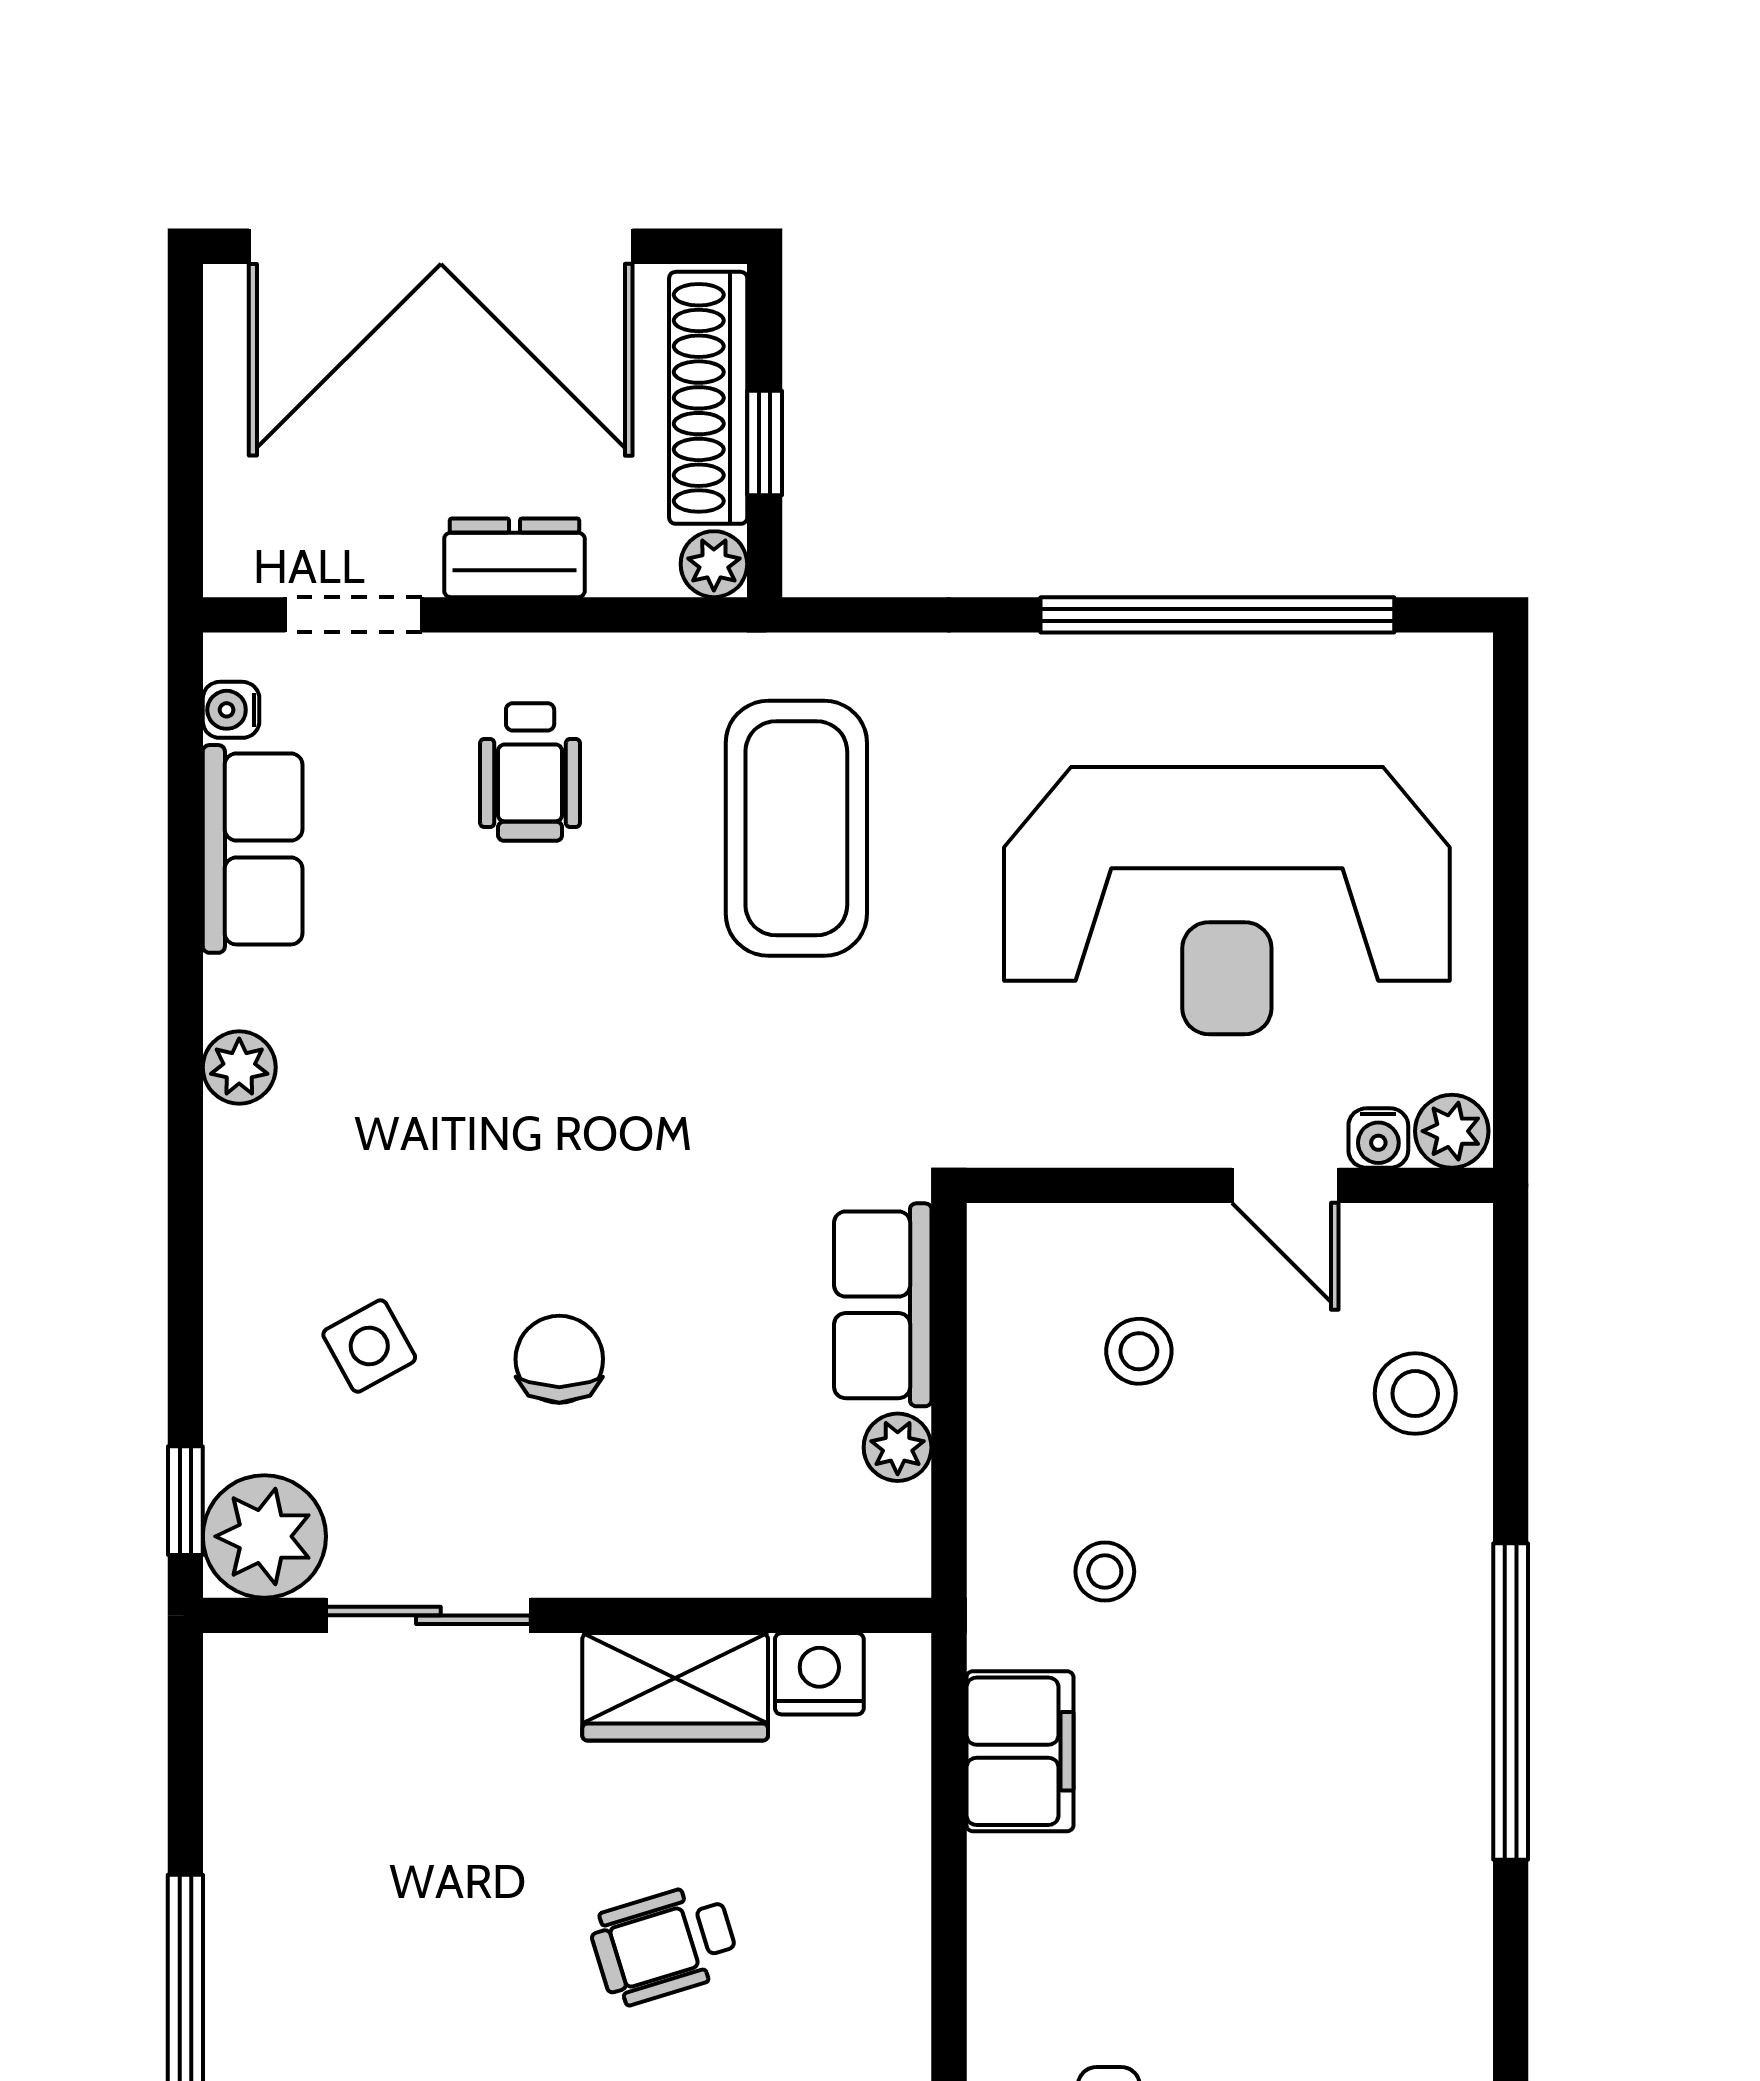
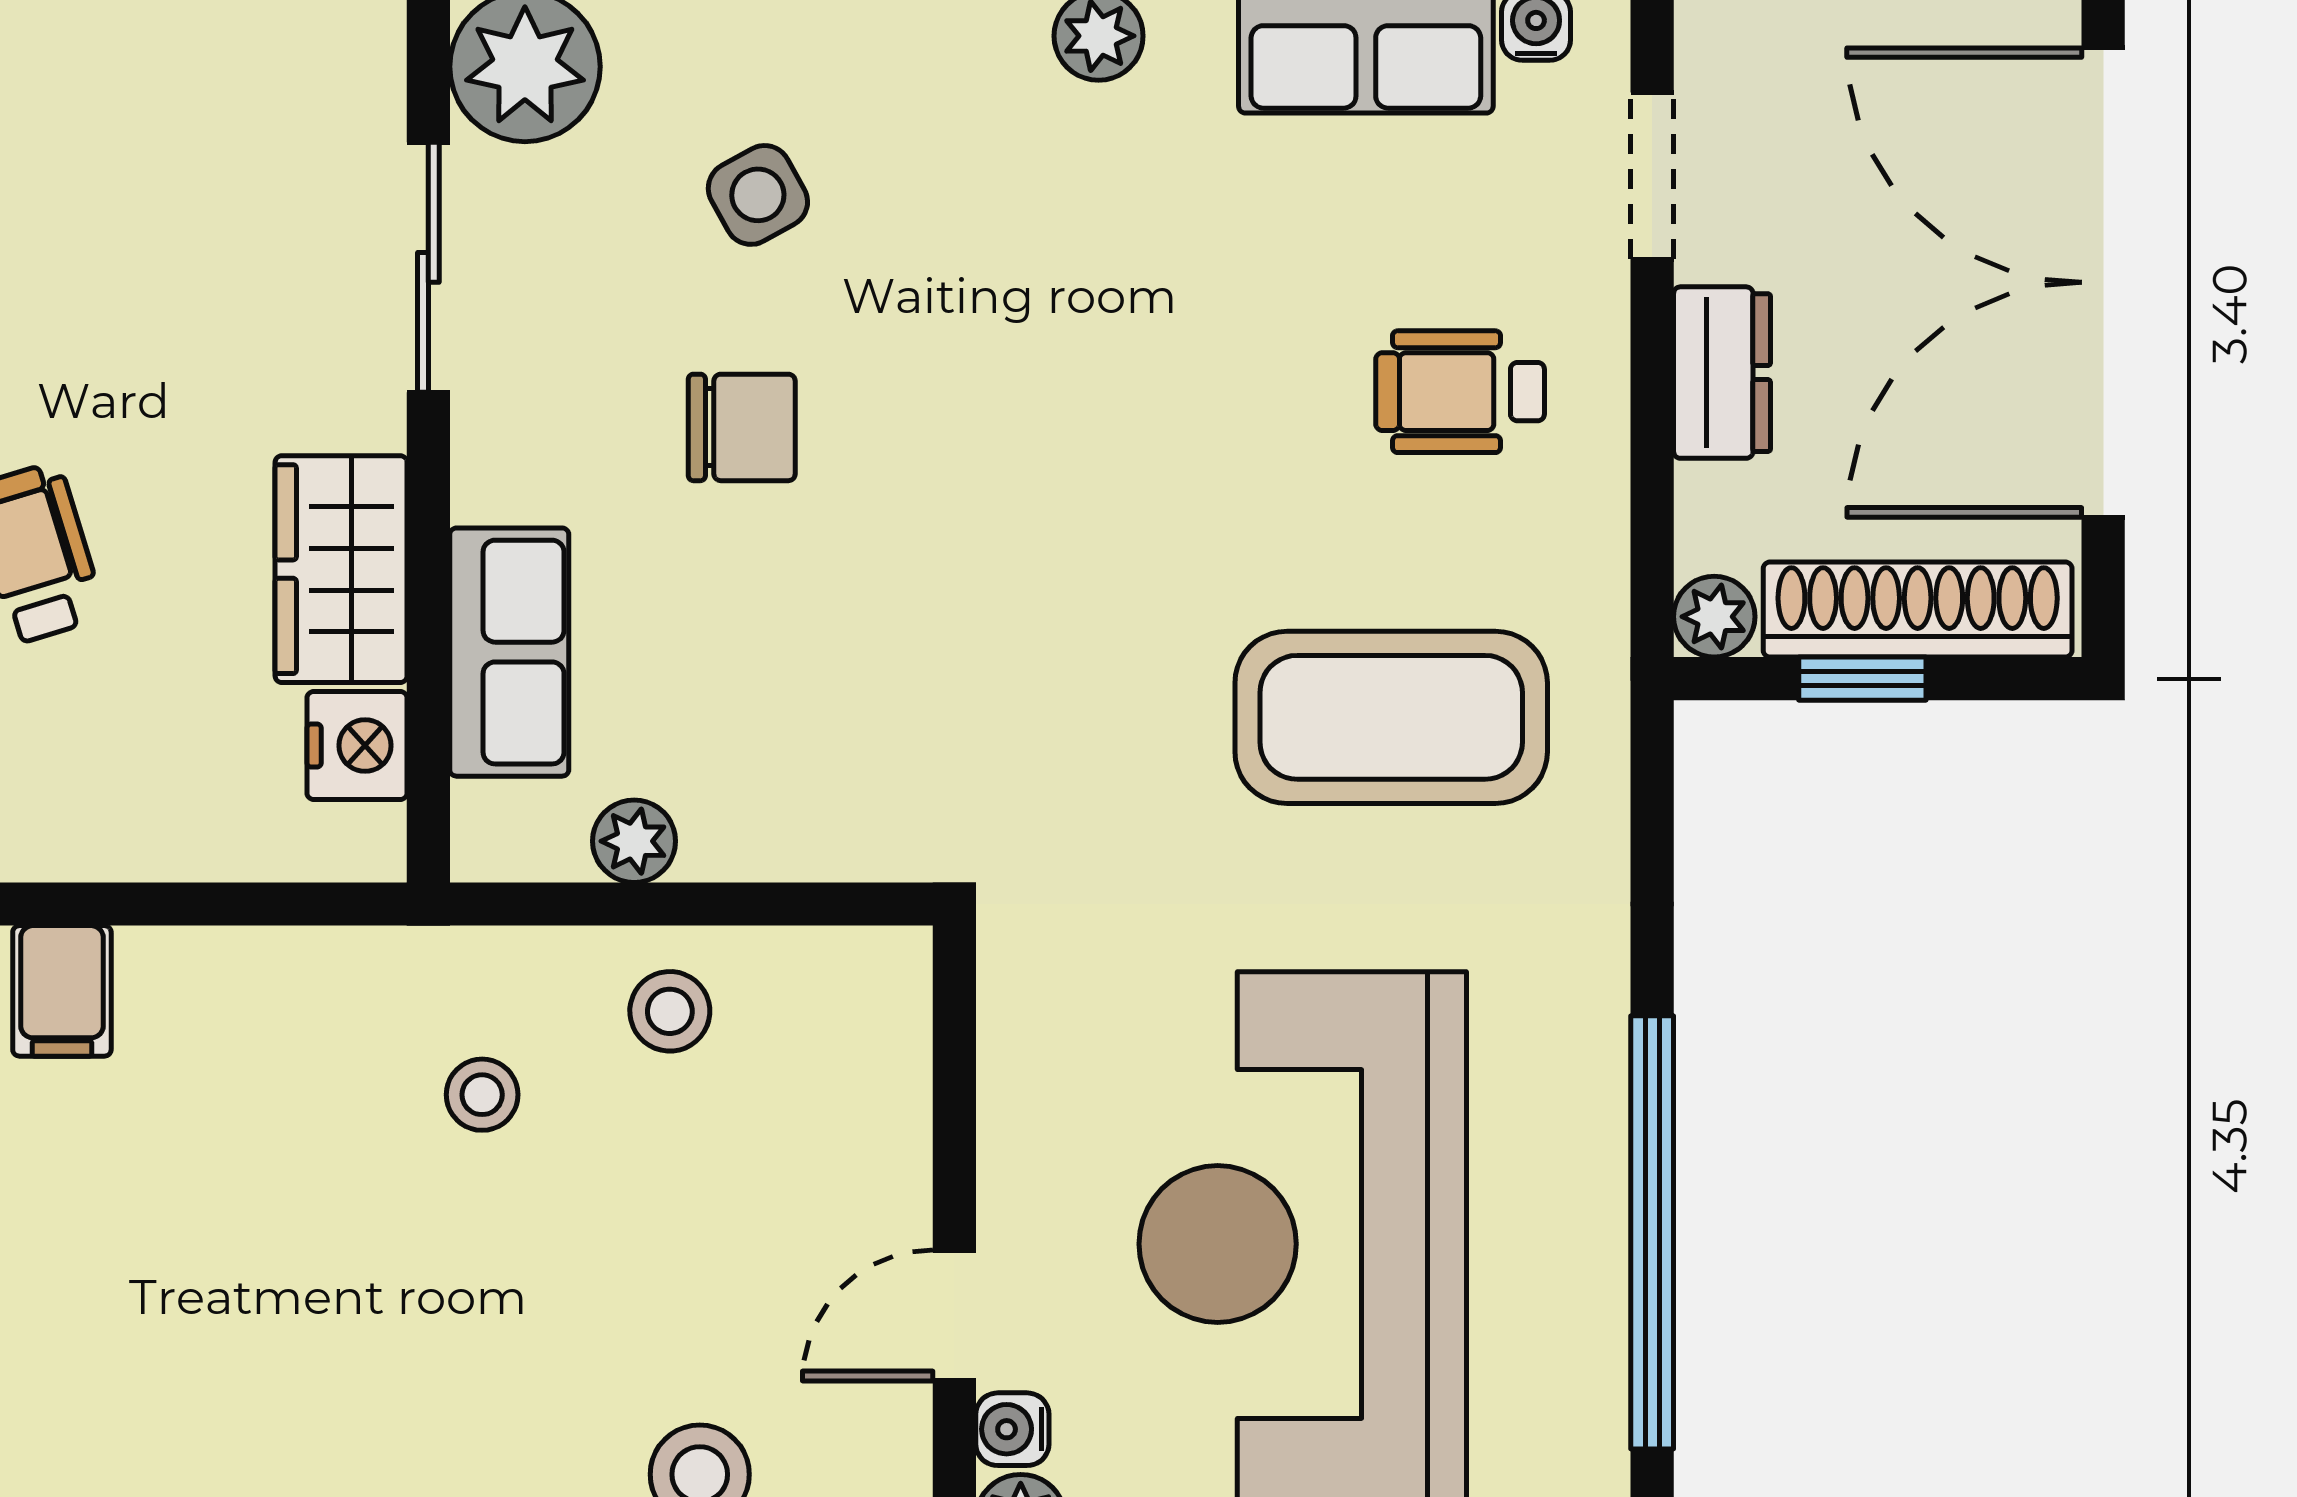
row of seats: (883, 1305) -> (509, 652), moved, turned 90
stool: (1139, 1351) -> (670, 1011), moved
filing cabinet: (1020, 1751) -> (62, 991), moved, width x0.50

